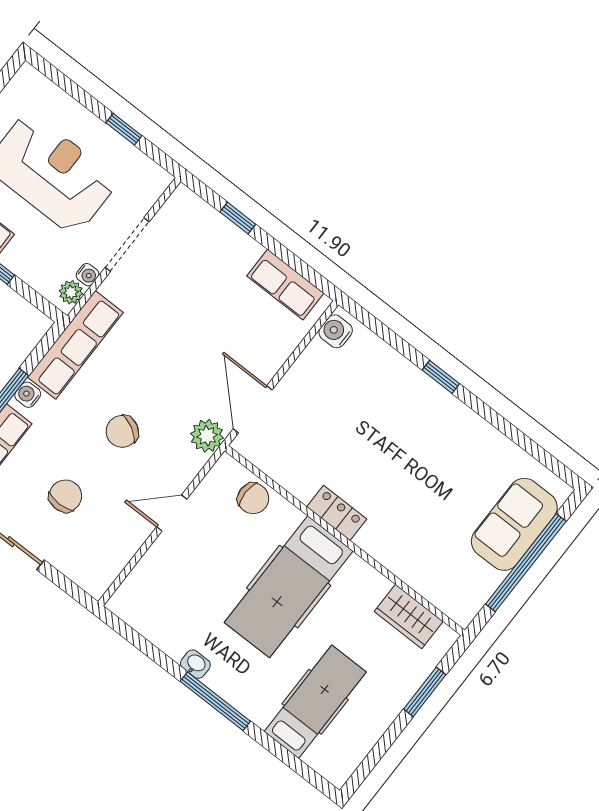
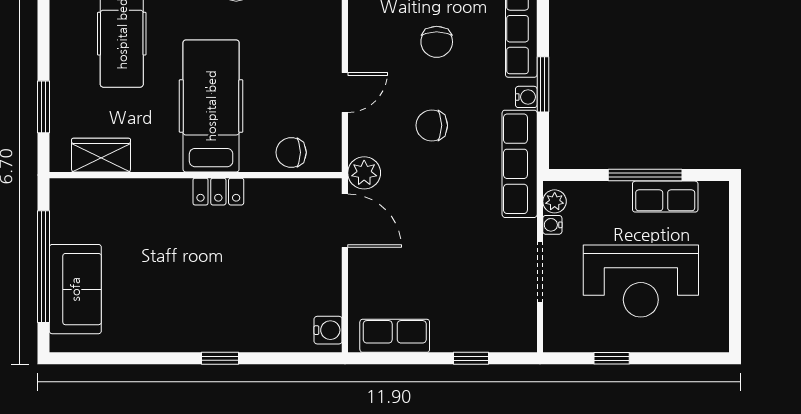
chair: (122, 431) -> (432, 125), turned -119

